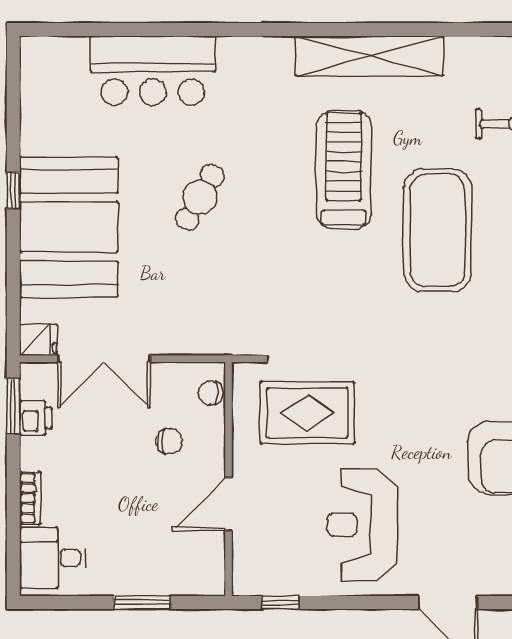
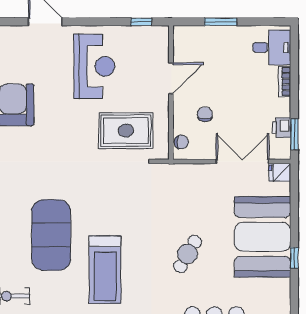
chair: (169, 441) -> (205, 114), turned 90

